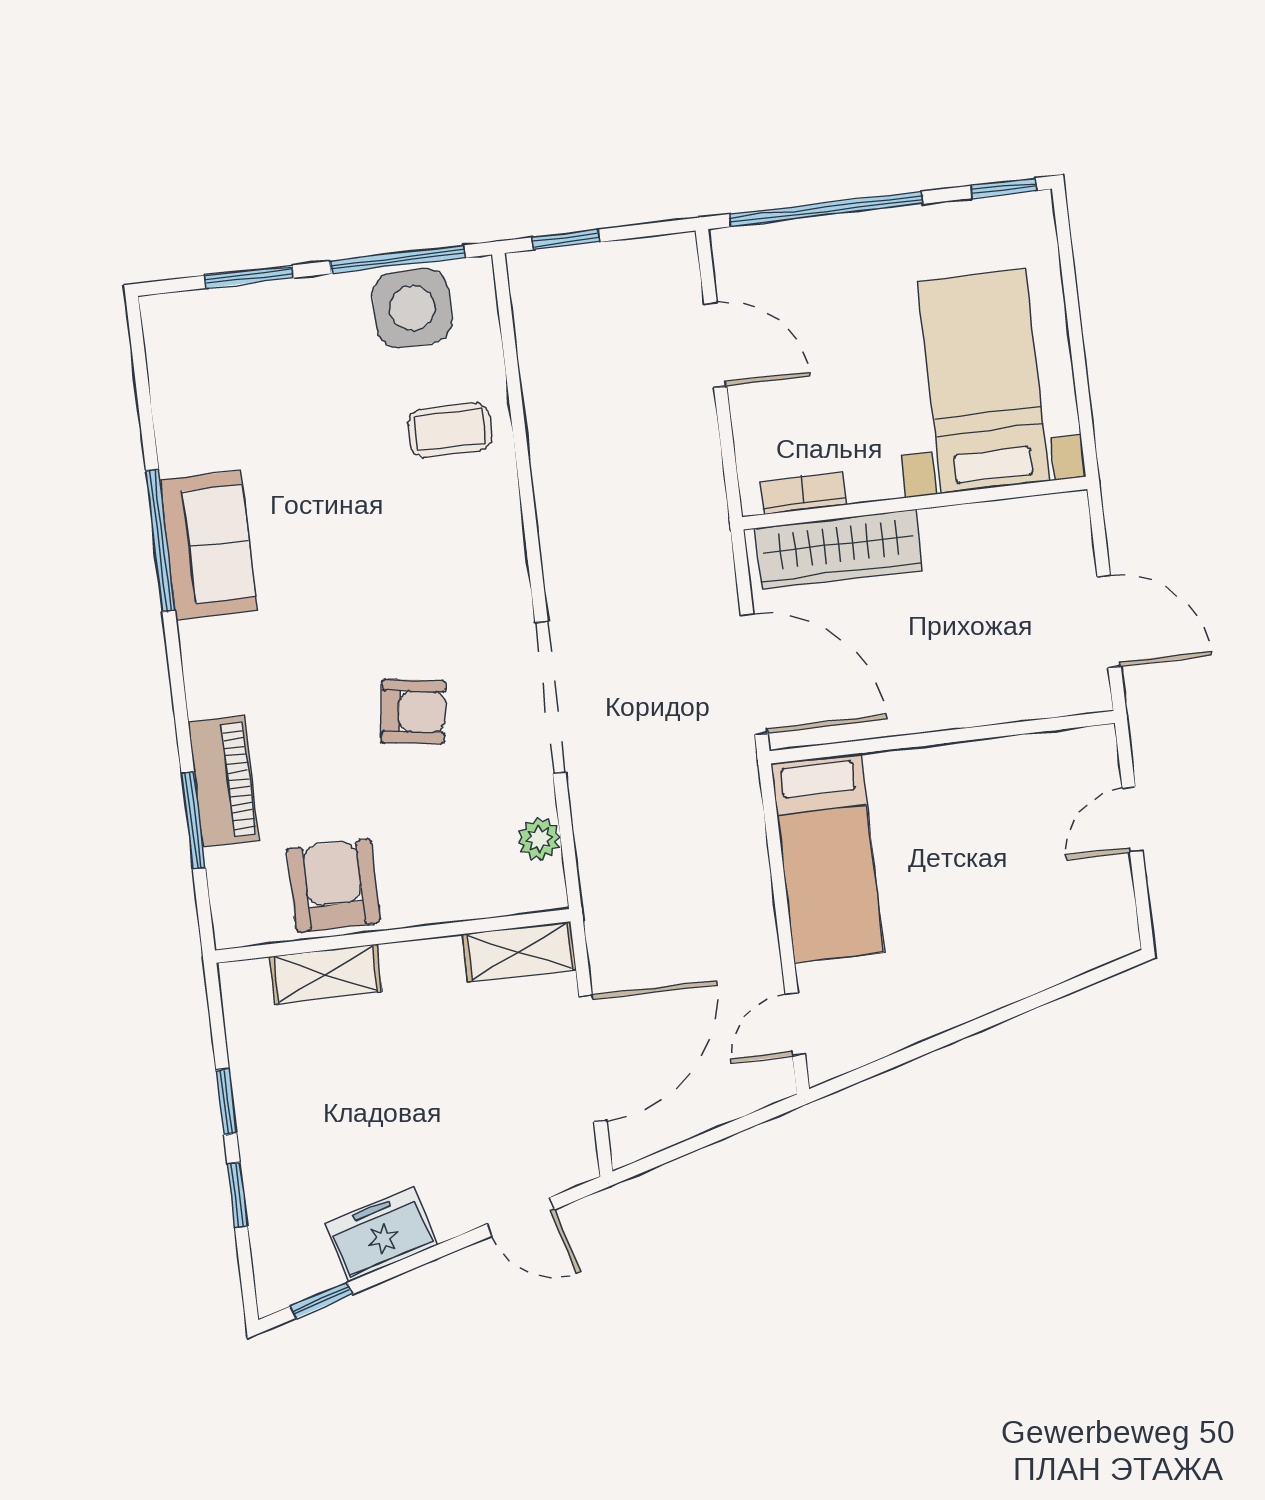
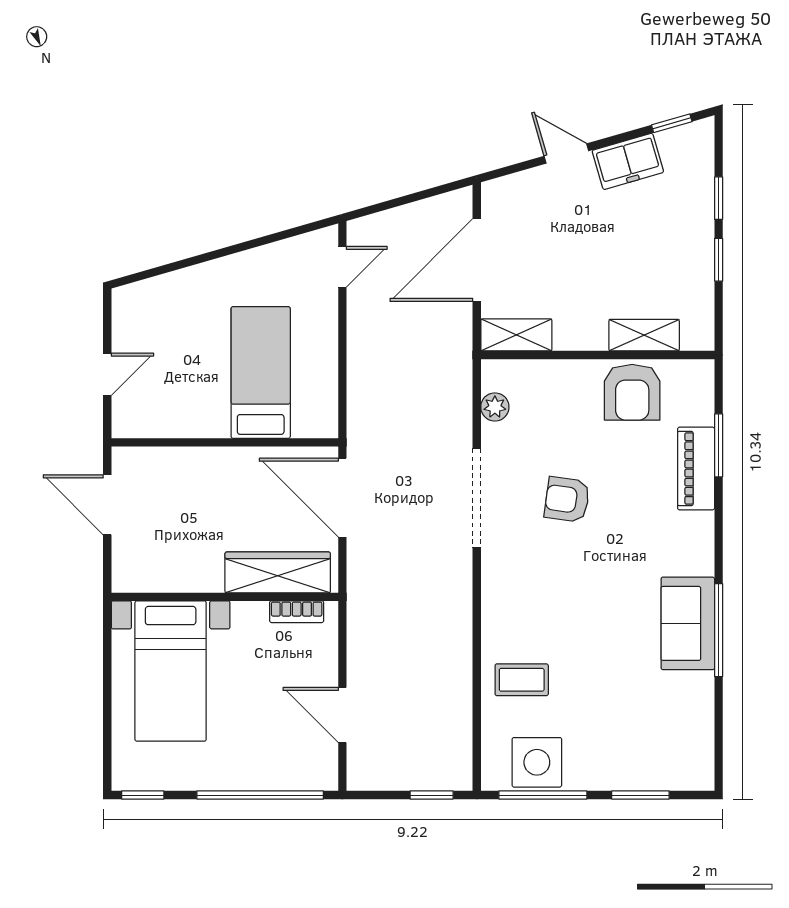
bed: (827, 858) -> (261, 372), moved
door: (521, 1217) -> (566, 154), moved

